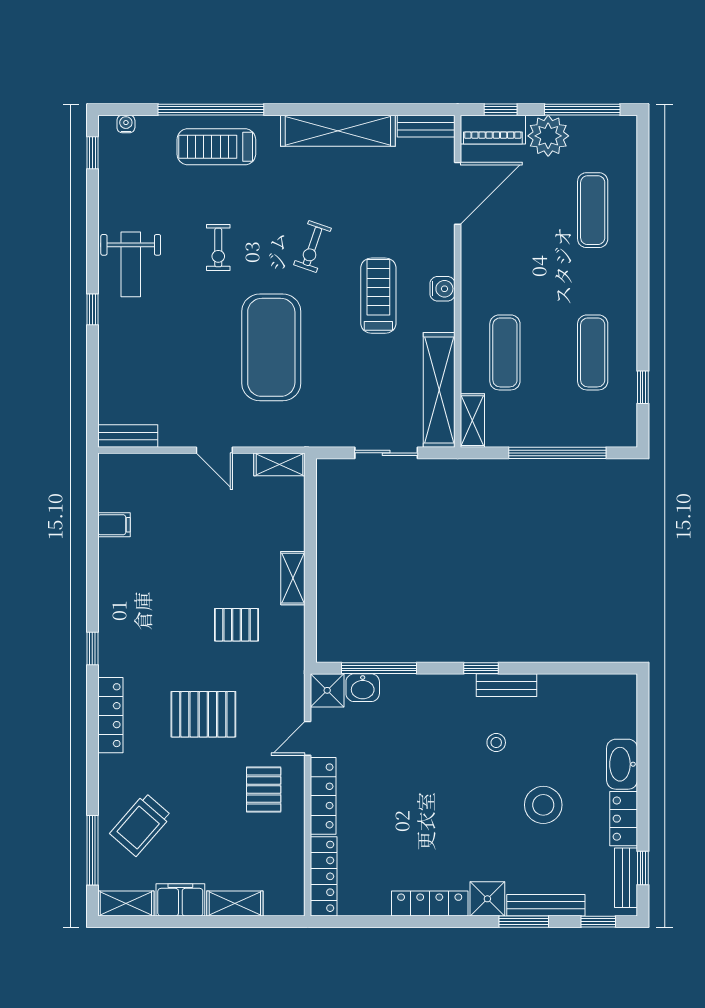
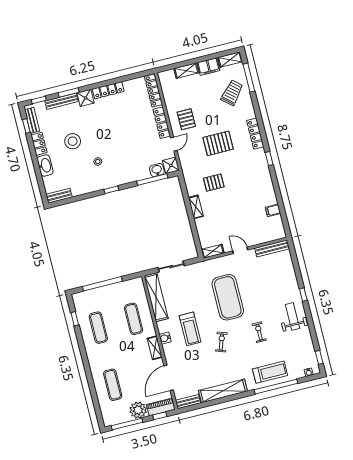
shelving: (472, 421) -> (155, 348), moved
bench: (128, 436) -> (272, 248), width x1.36
bench: (507, 685) -> (59, 196), moved

